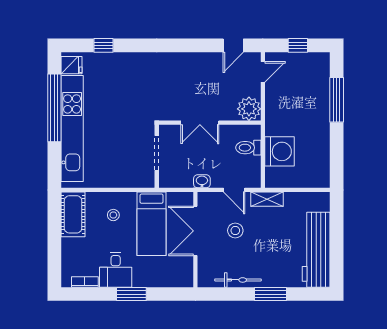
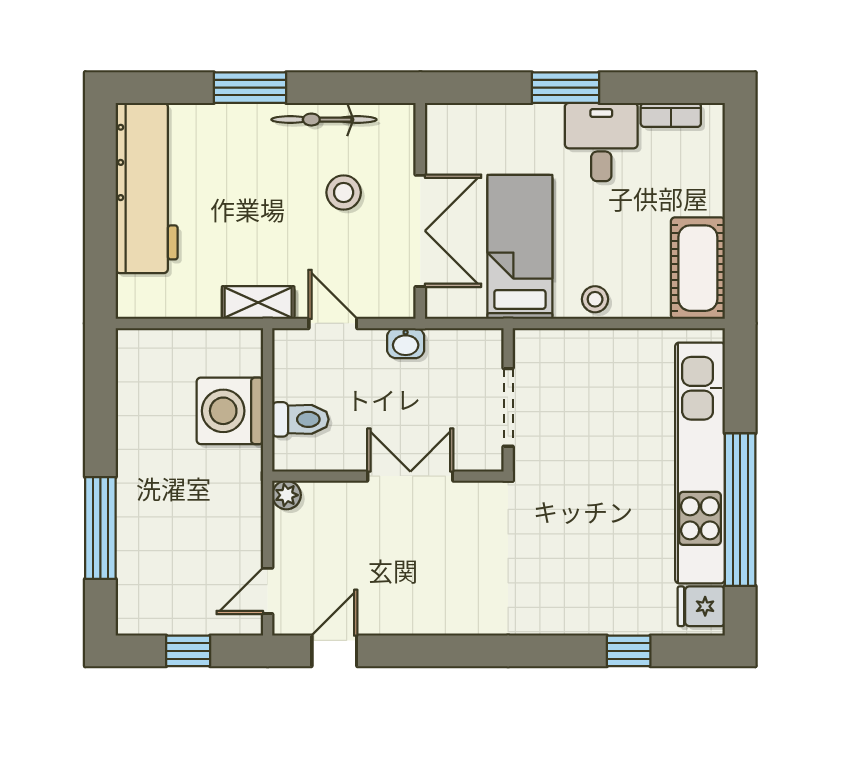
plant: (249, 109) -> (286, 495), width x0.53, depth x0.53
stool: (113, 215) -> (595, 299), moved
stool: (235, 231) -> (344, 192), moved

